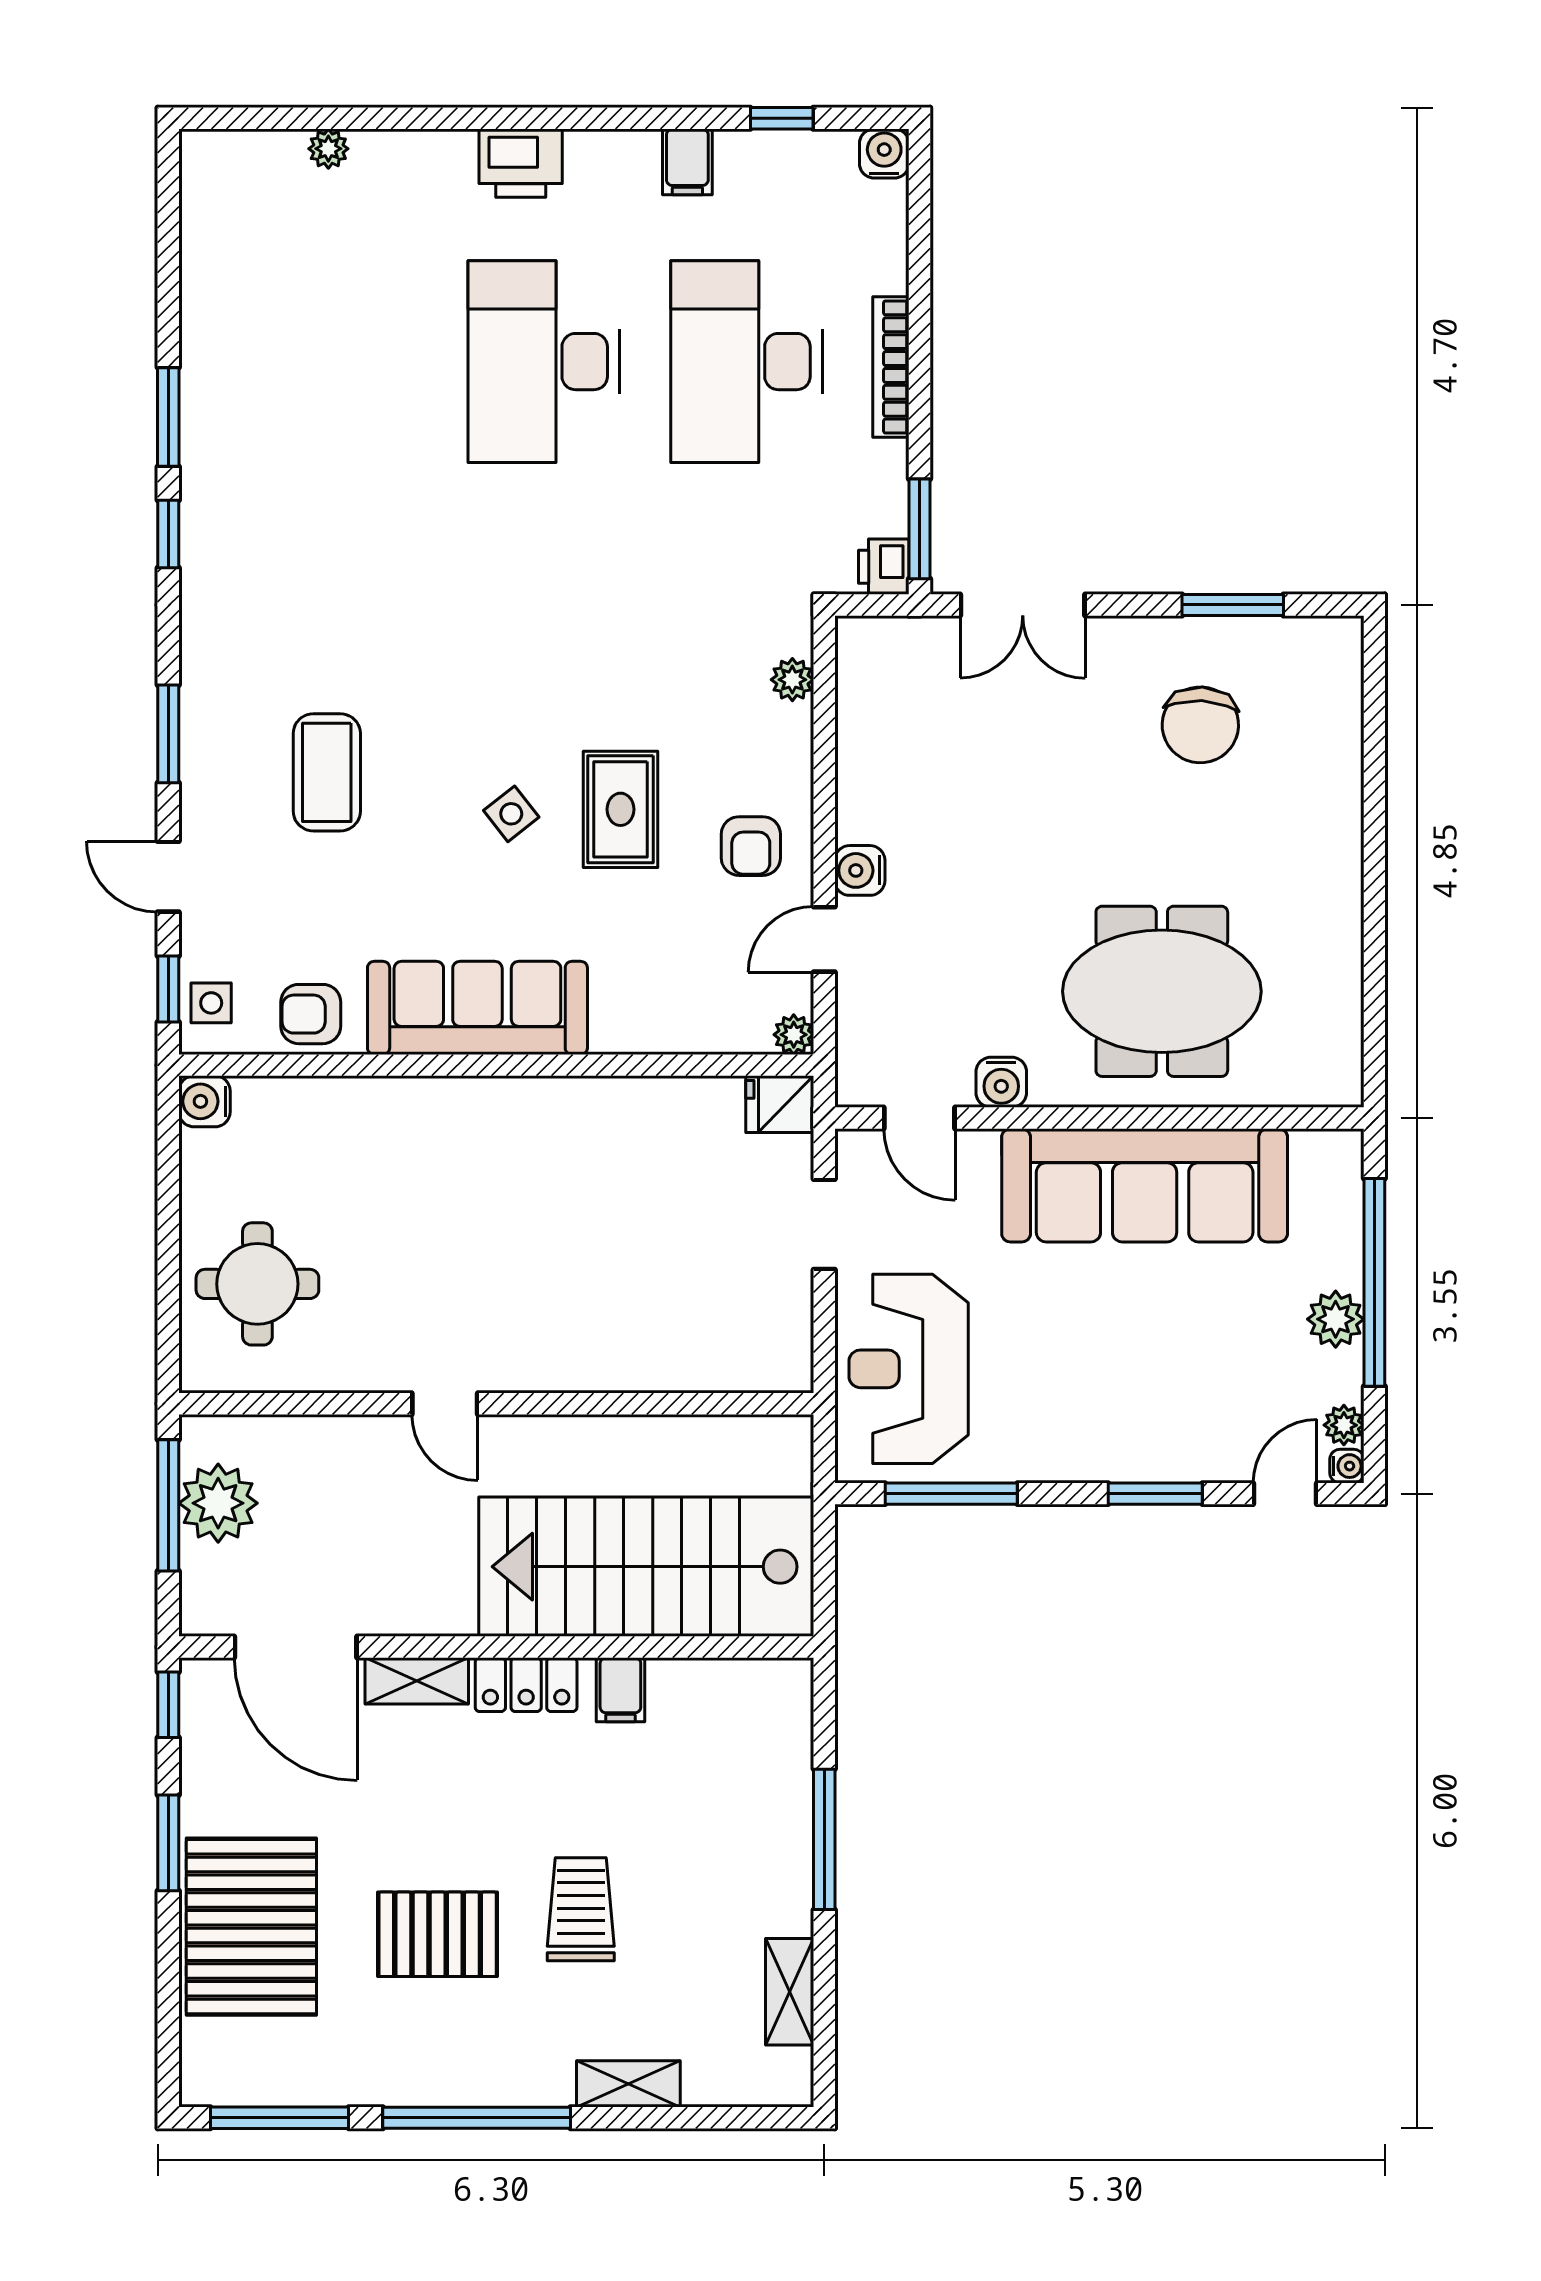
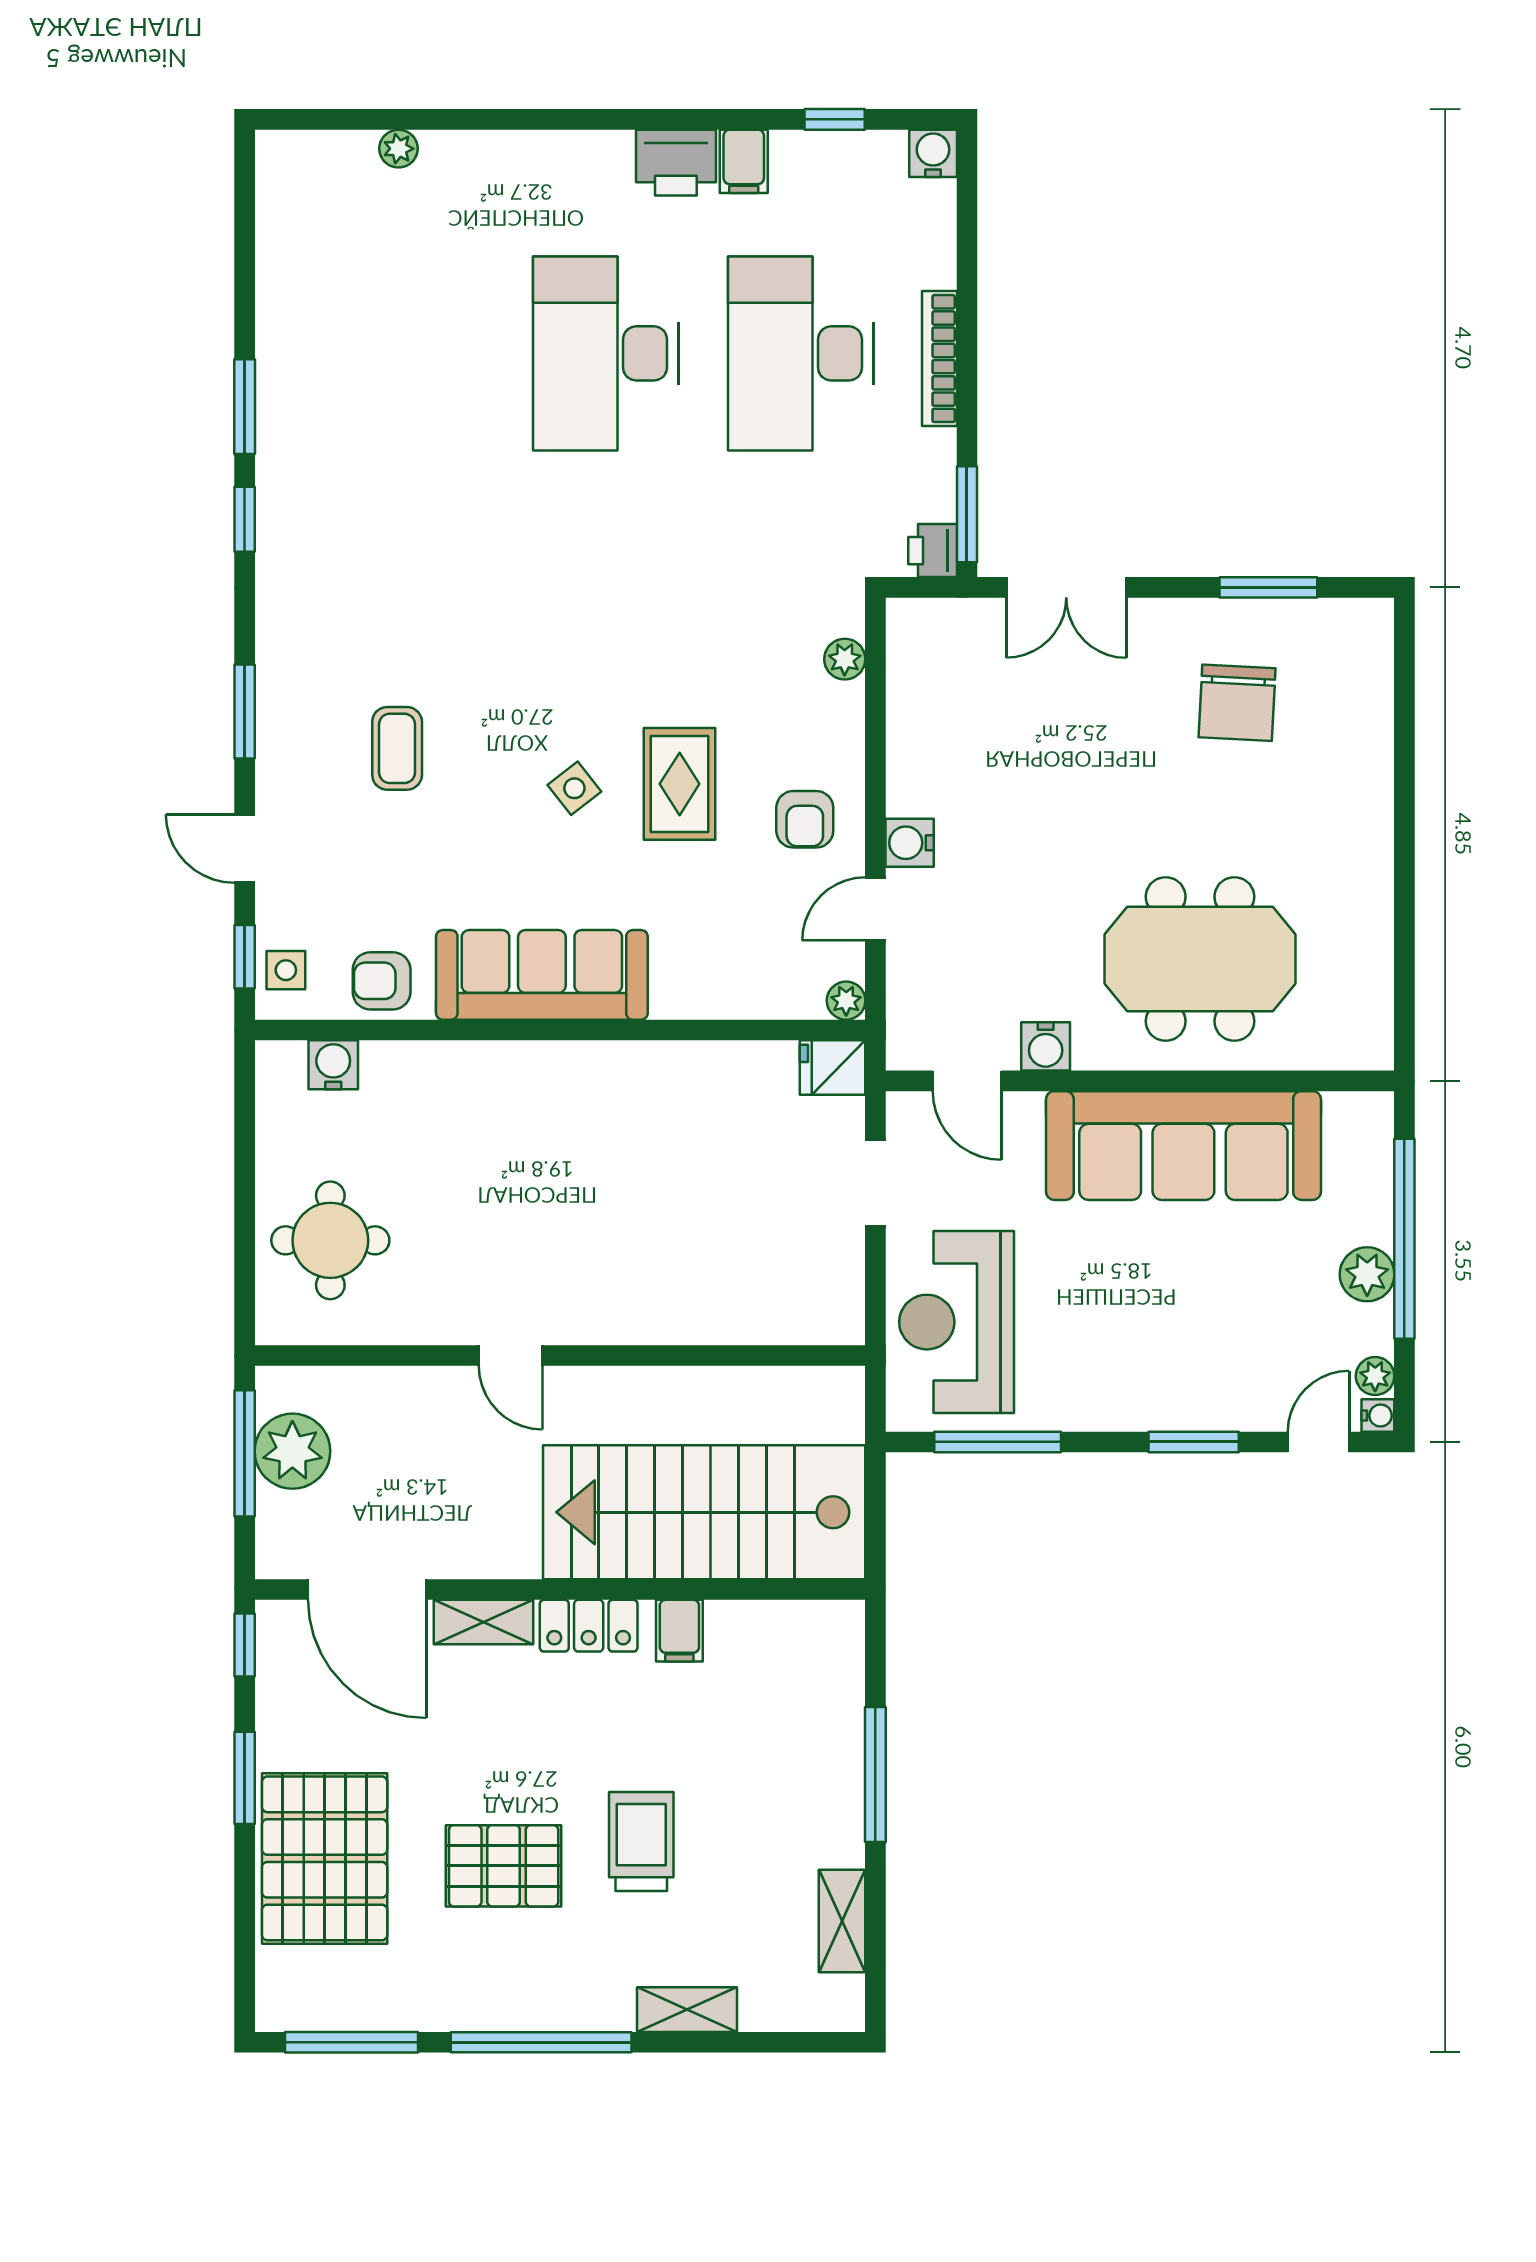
printer: (521, 163) -> (676, 163), moved
coffee table: (327, 772) -> (397, 748), width x0.73, depth x0.77
water cooler: (205, 1101) -> (333, 1065), moved, turned 90

